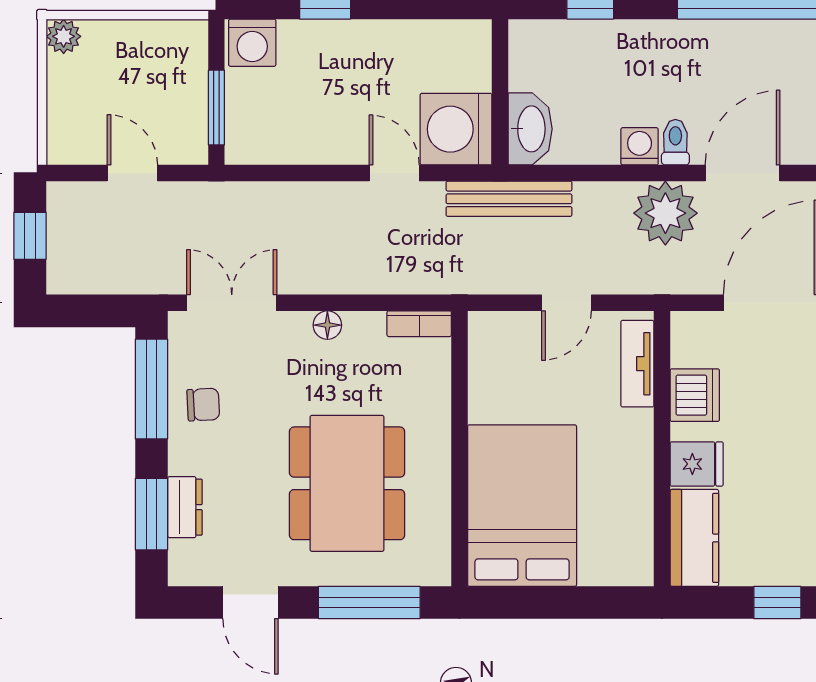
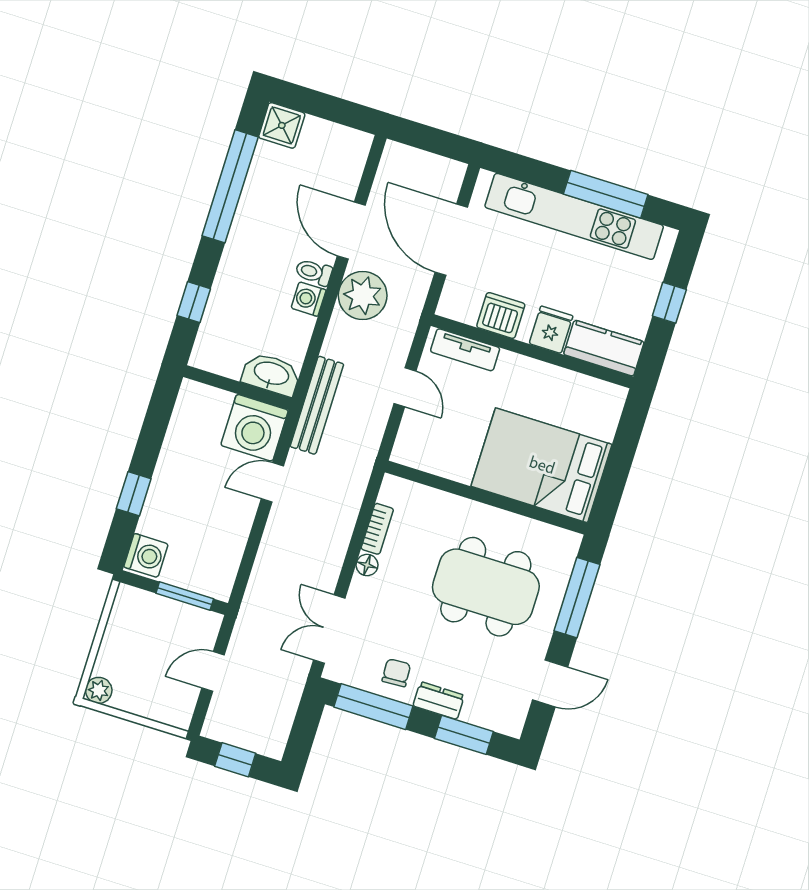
bookcase: (419, 324) -> (377, 529), moved
dresser: (185, 507) -> (439, 701), moved

